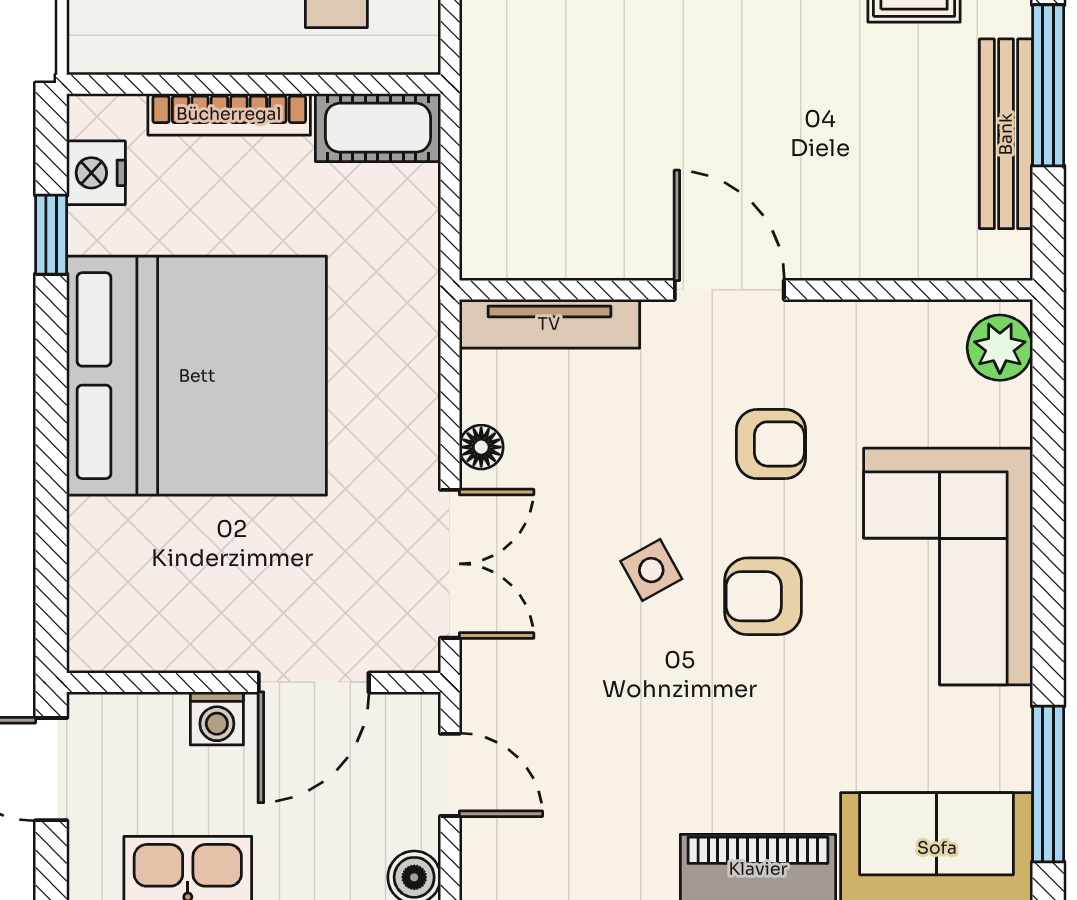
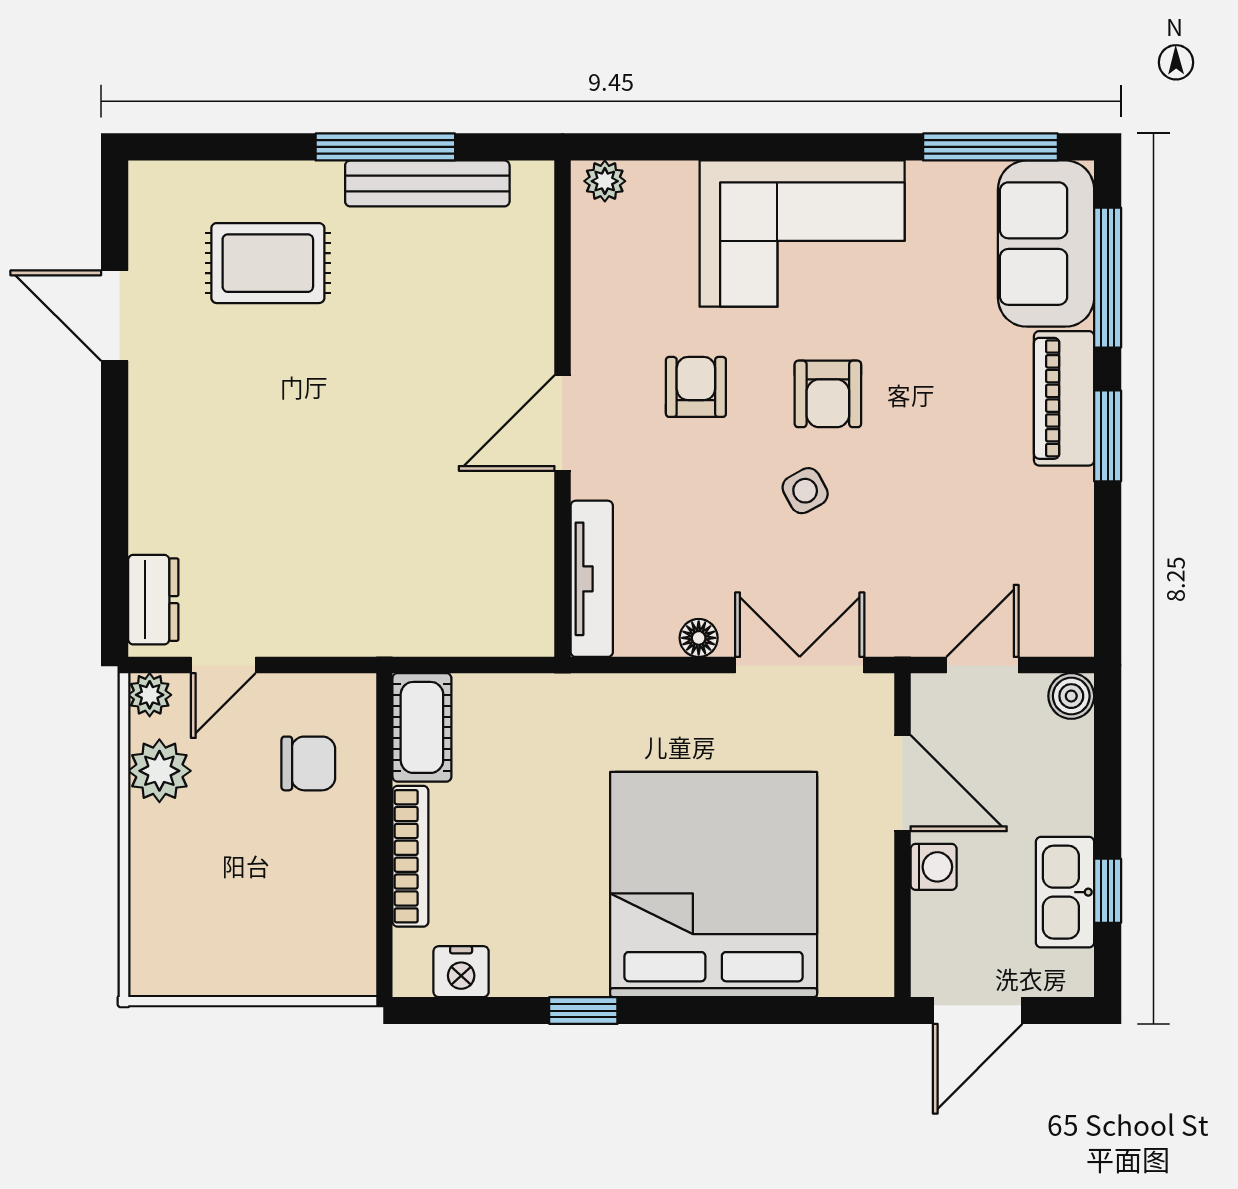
window: (51, 235) -> (583, 1011), moved
plant: (1000, 348) -> (605, 181), width x0.73, depth x0.73
bed: (197, 376) -> (714, 884), moved

